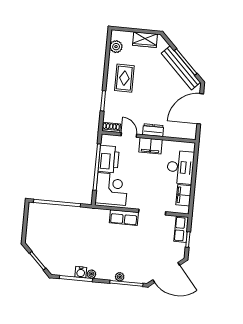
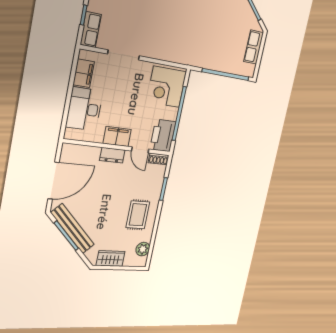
printer: (109, 159) -> (163, 135), moved
row of seats: (124, 218) -> (254, 47), moved, turned -90

